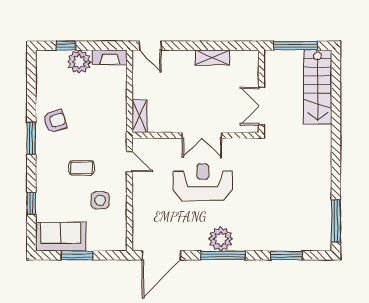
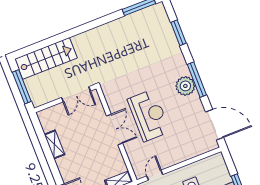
reception desk: (203, 182) -> (149, 115), turned 180

